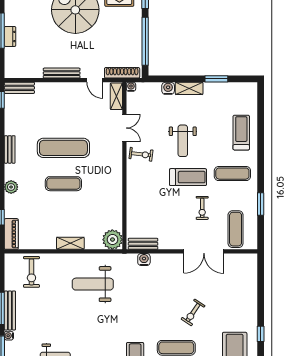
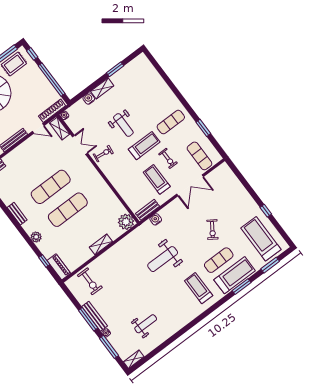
treadmill: (241, 133) -> (157, 179), moved
exercise mat: (63, 184) -> (68, 210), width x1.36, depth x1.45
weight bench: (93, 284) -> (163, 259), moved

